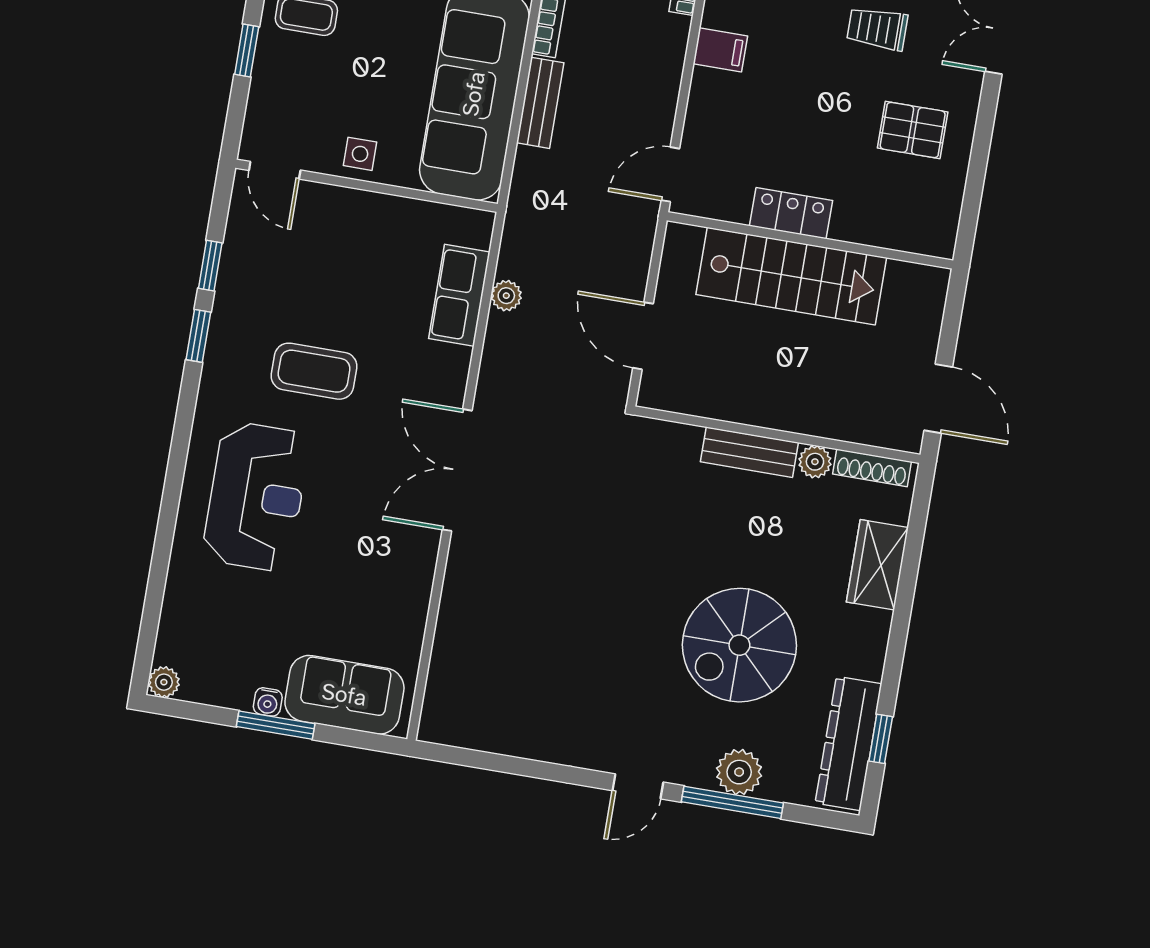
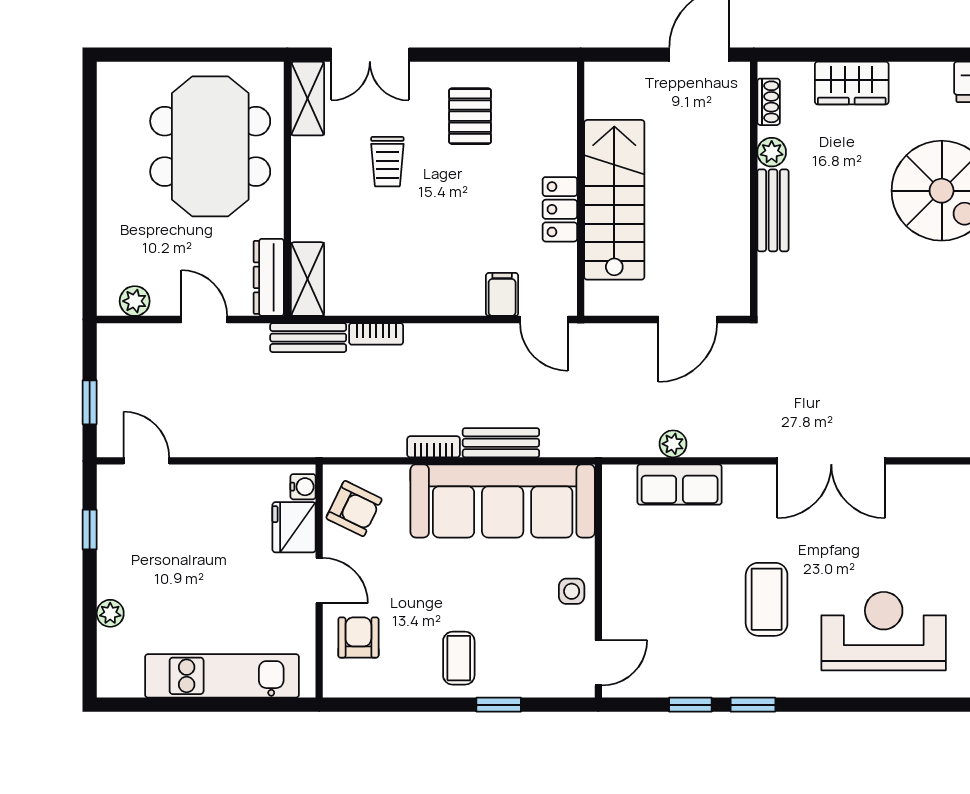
filing cabinet: (720, 50) -> (502, 294), moved
shoe rack: (872, 468) -> (769, 102), width x0.70

